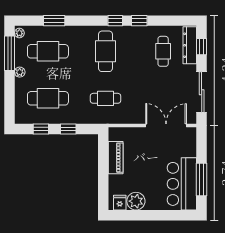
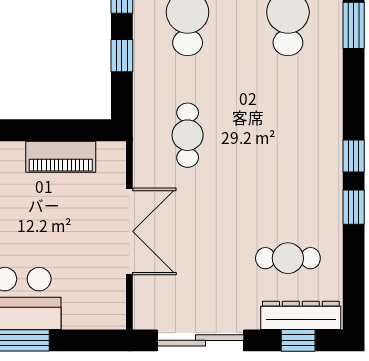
cafe table: (106, 51) -> (288, 135), removed
double door: (166, 125) -> (129, 231), moved

